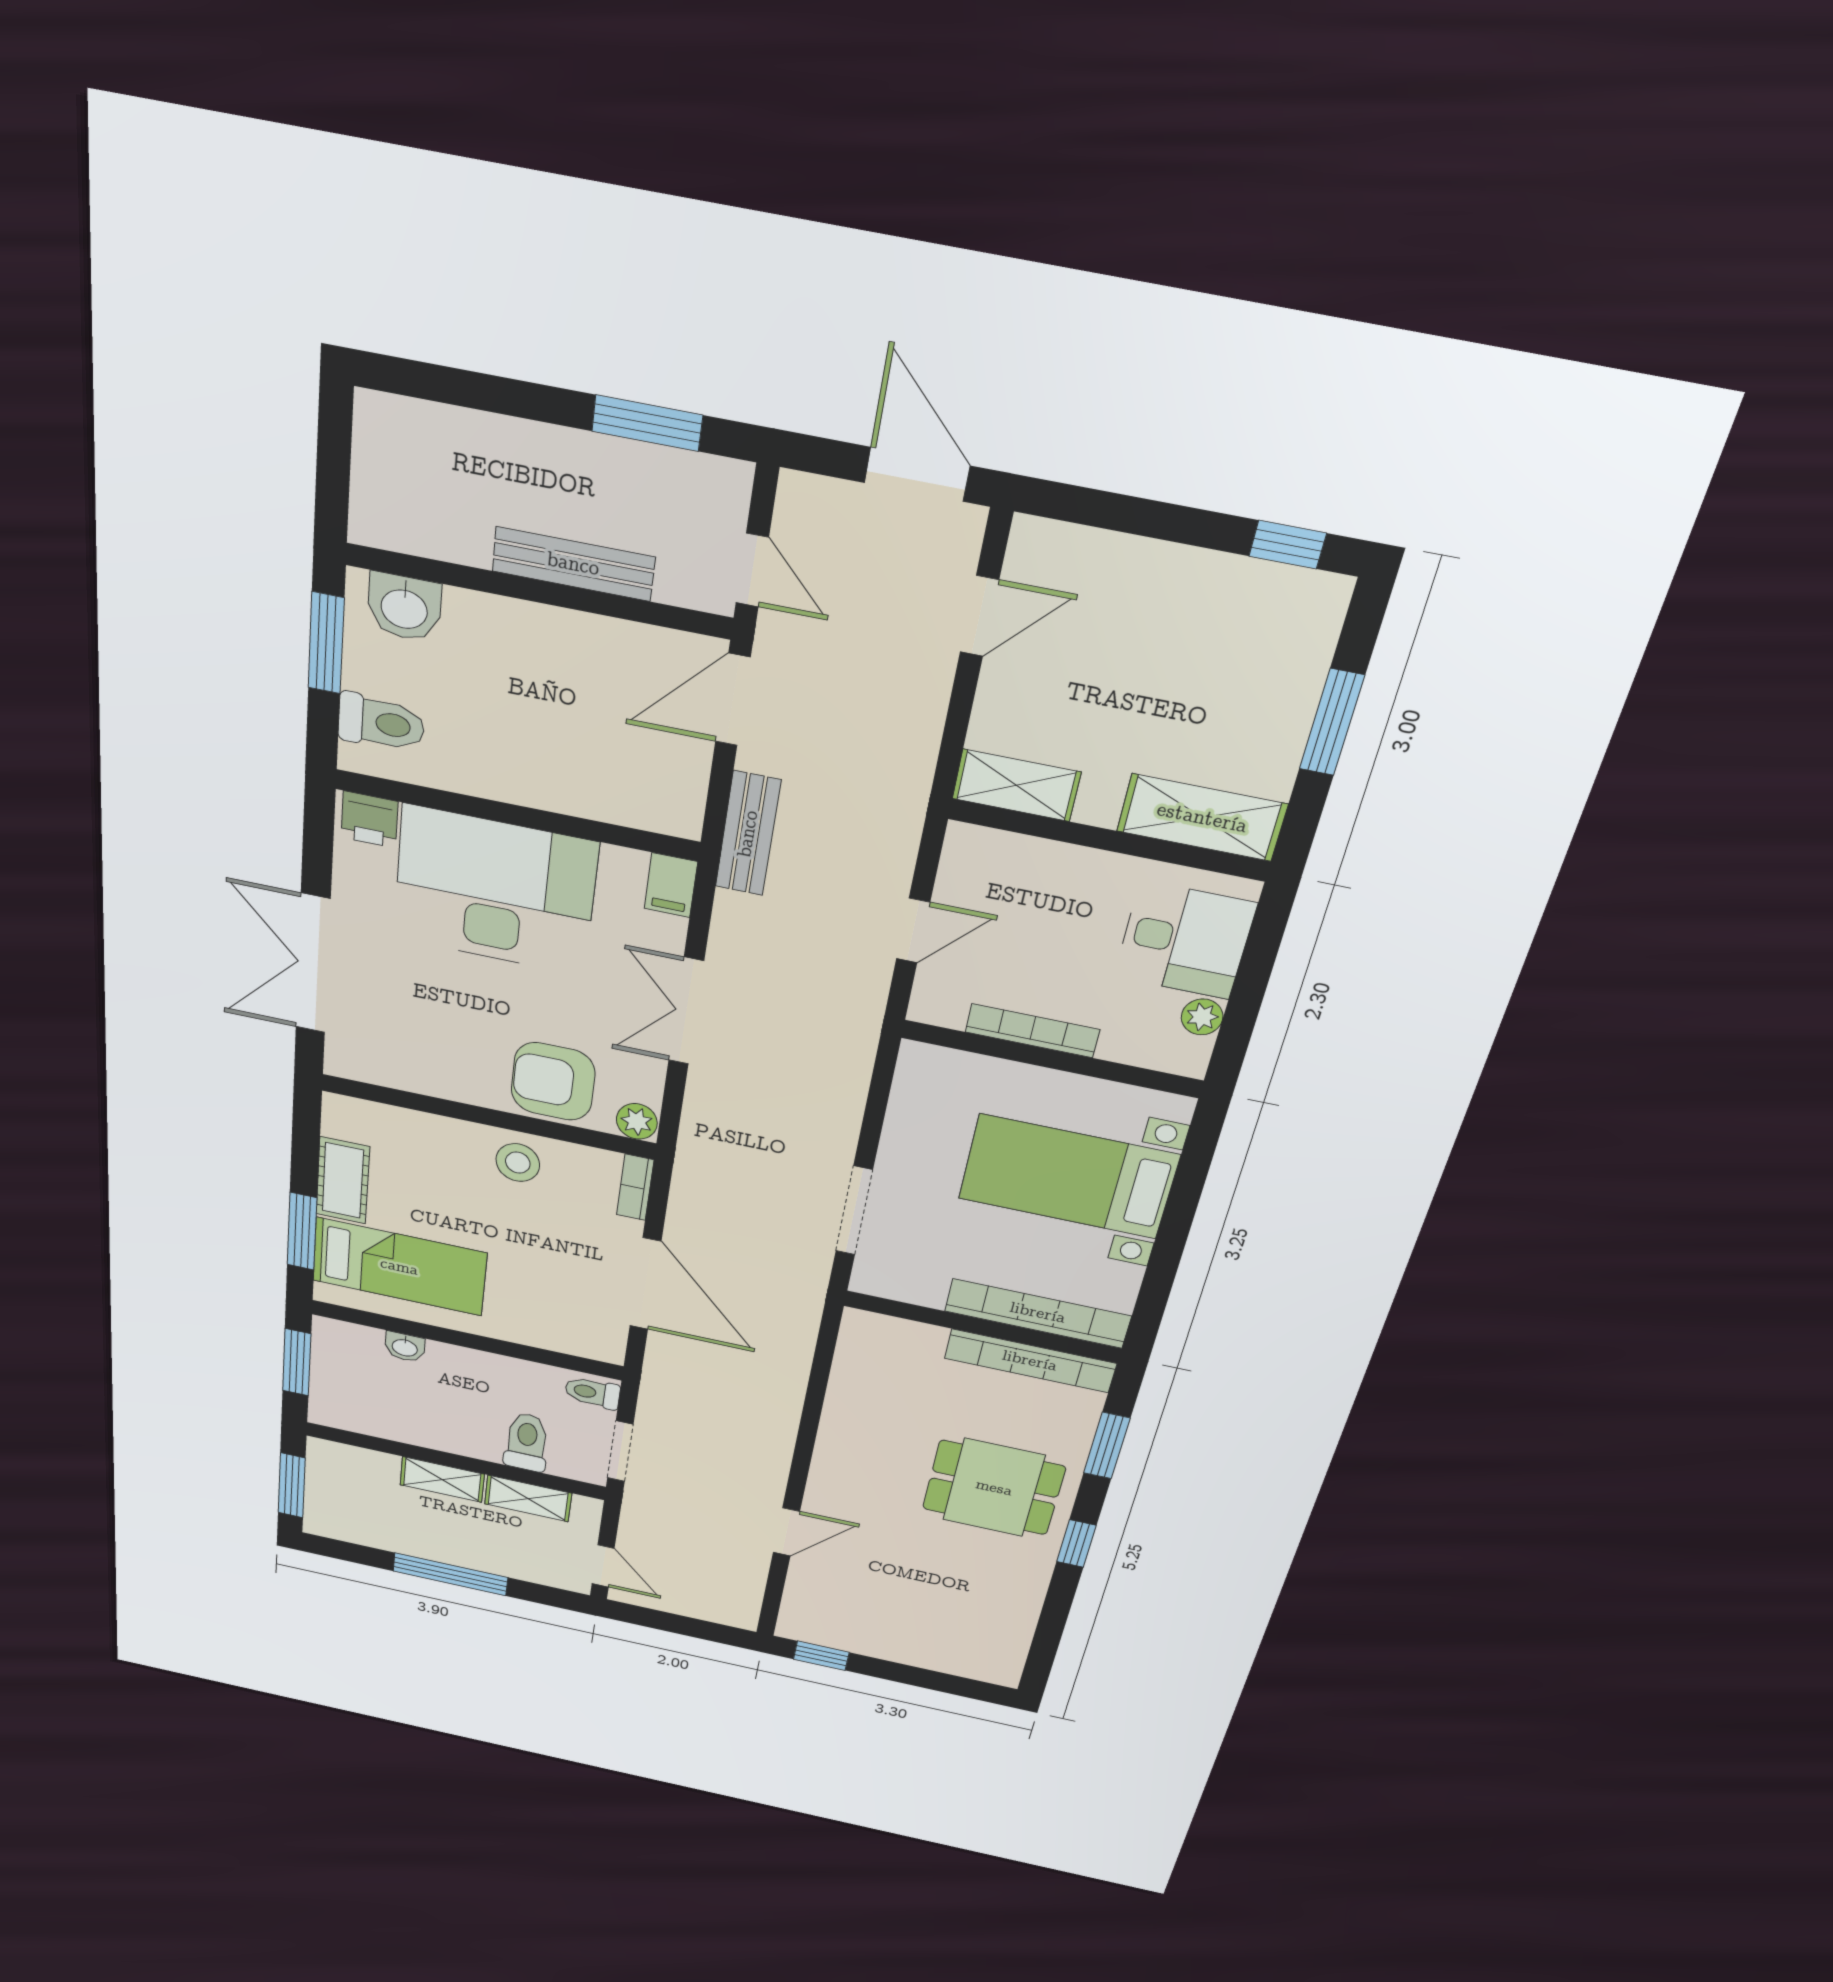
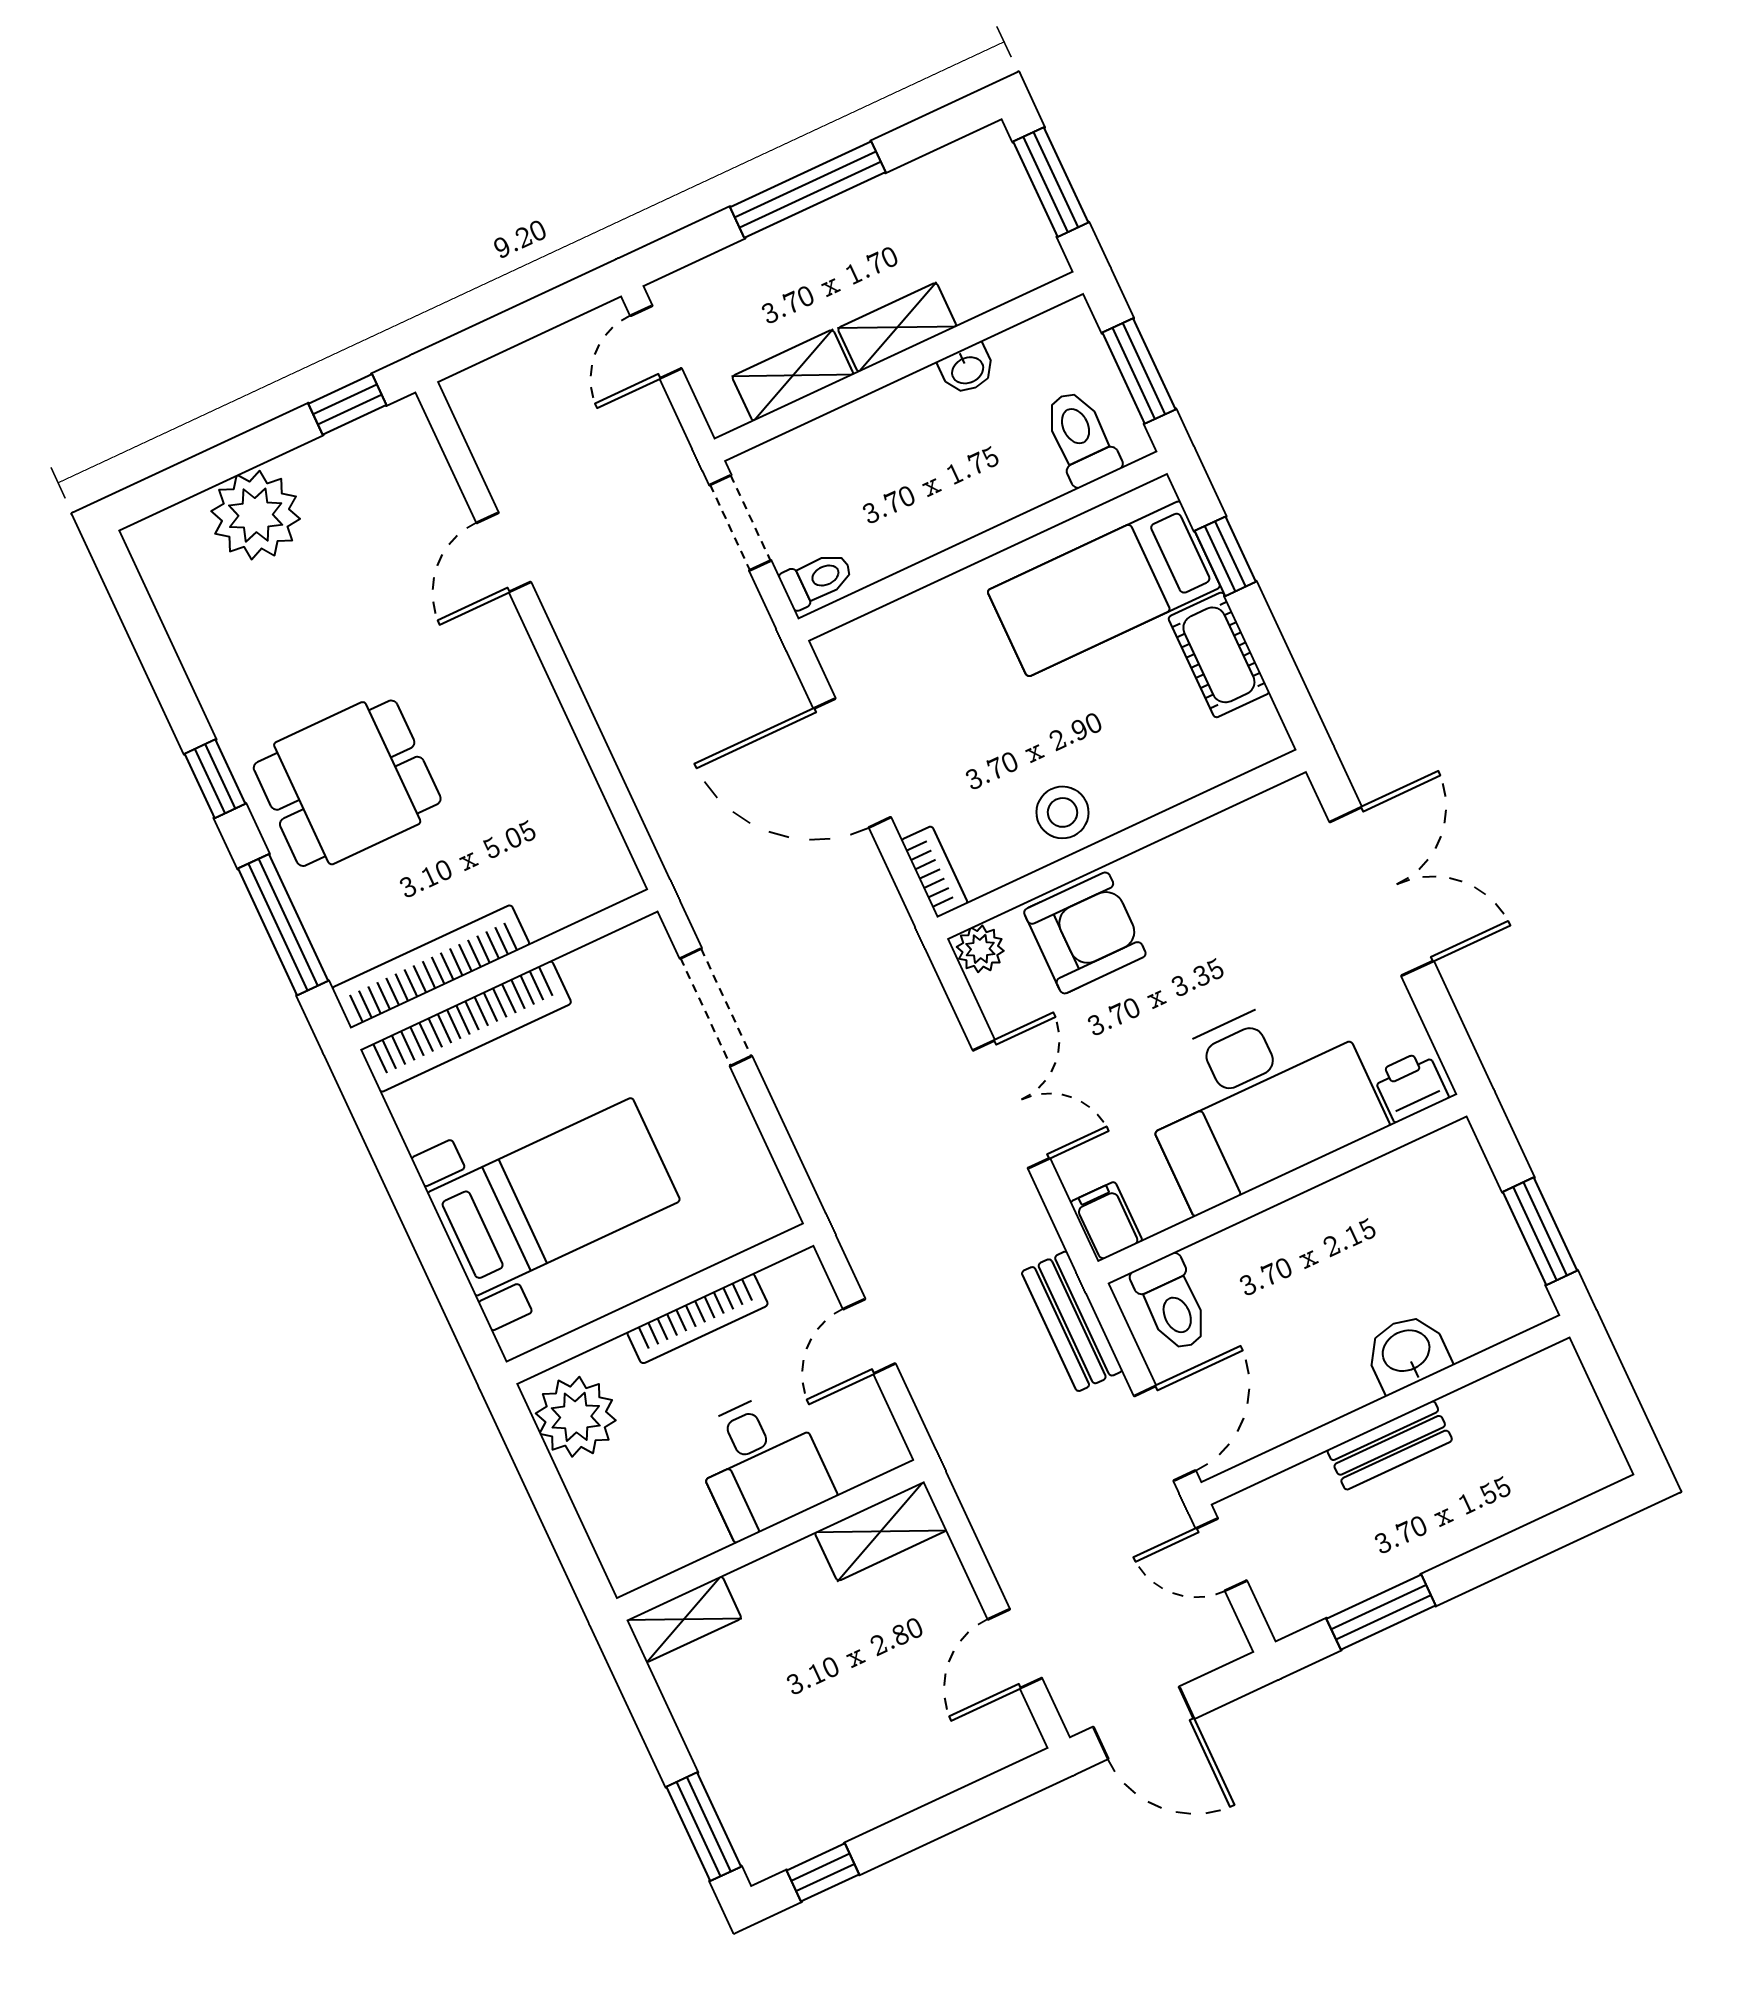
bench: (573, 564) -> (1390, 1445), width x0.73
washbasin: (404, 607) -> (1407, 1352), moved
window: (1332, 722) -> (704, 1827), moved
toilet: (381, 723) -> (1172, 1303), moved, turned -90
shelving: (1202, 818) -> (684, 1619), width x0.67, depth x0.75
desk: (1185, 940) -> (761, 1464), moved, turned -90
plant: (1202, 1017) -> (576, 1417), width x1.87, depth x1.87
window: (302, 1231) -> (1225, 556), width x0.67
washbasin: (405, 1347) -> (967, 369), moved, turned 180
toilet: (527, 1442) -> (1081, 438), moved, turned 180
window: (1107, 1446) -> (283, 925), width x1.44
door: (603, 1566) -> (656, 342), hinge flipped
plant: (926, 1644) -> (256, 515), added

